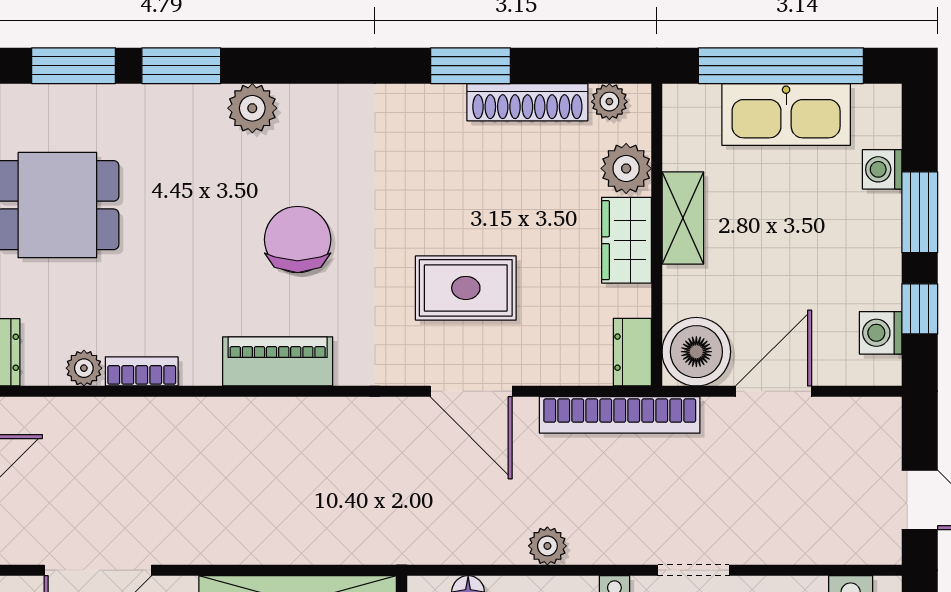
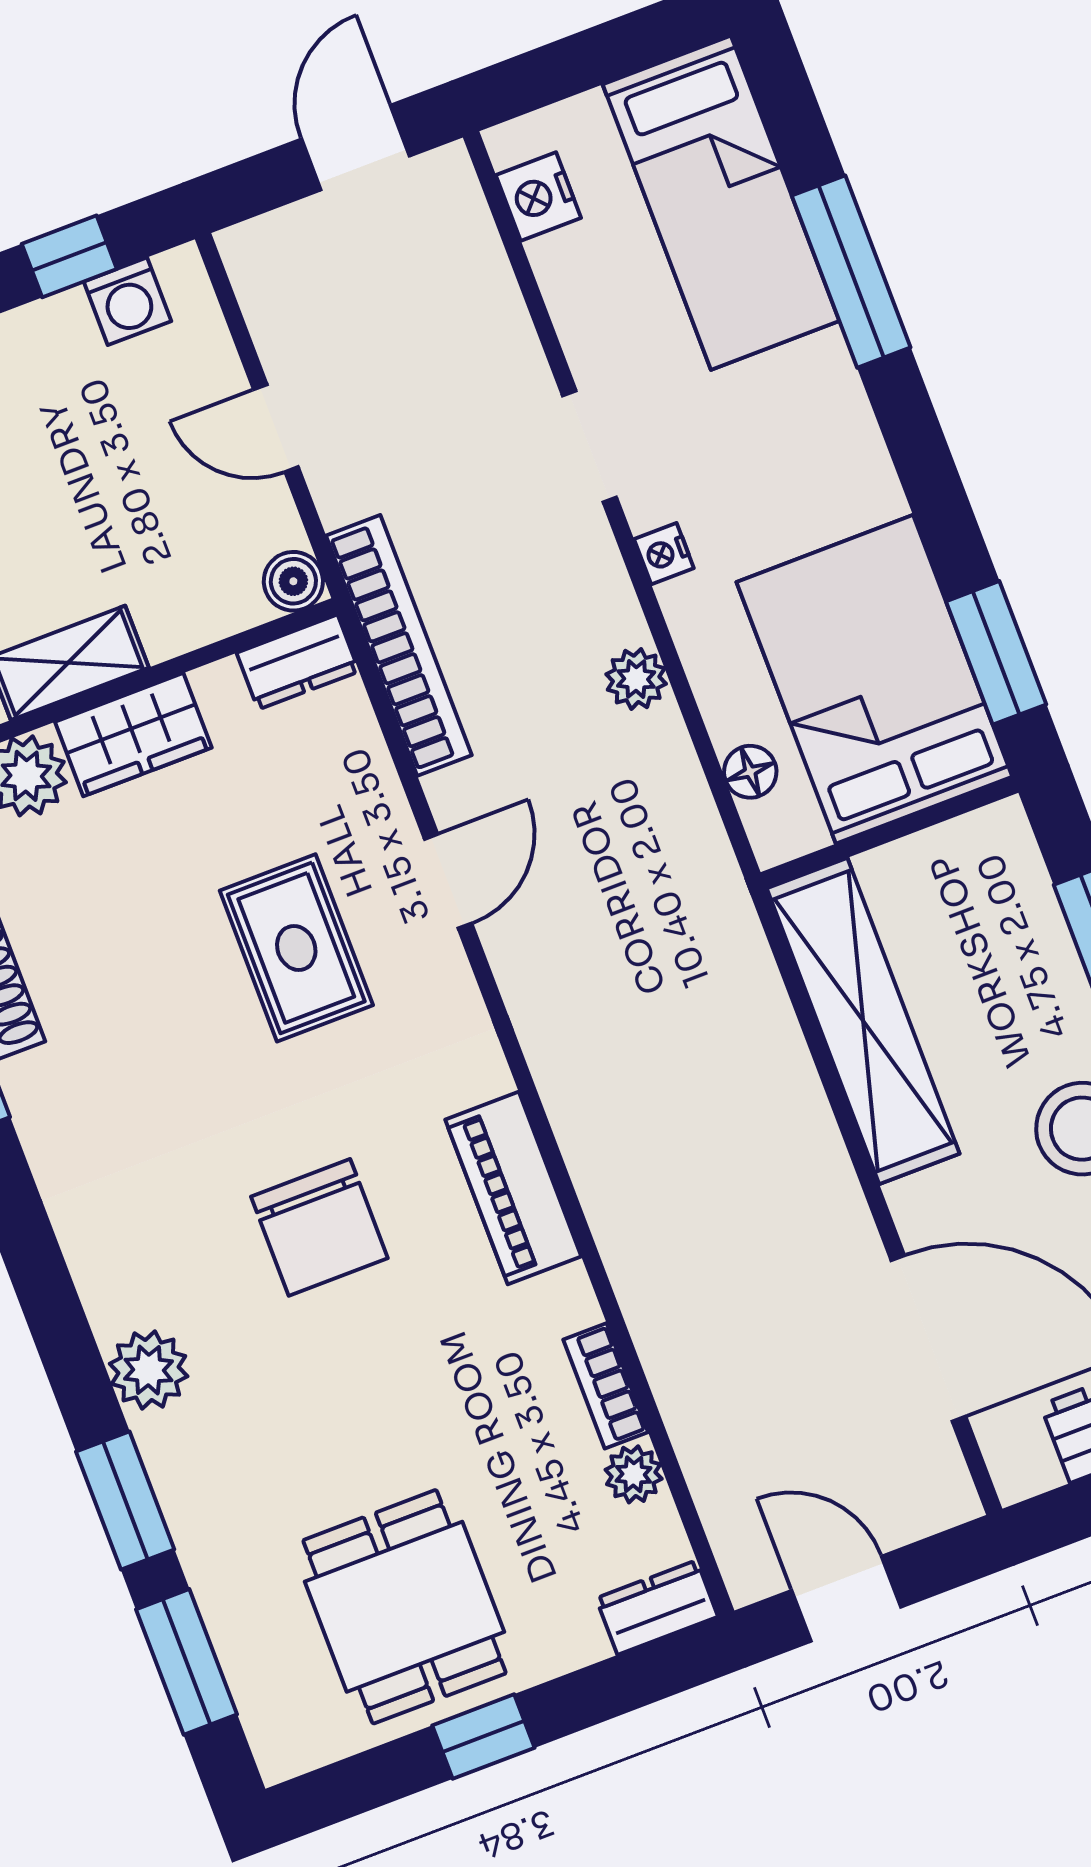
chair: (298, 240) -> (319, 1227), turned -90
boiler: (696, 352) -> (293, 581), width x0.54, depth x0.54
door: (471, 391) -> (448, 881), width x0.73
door: (774, 391) -> (276, 428), width x0.73

